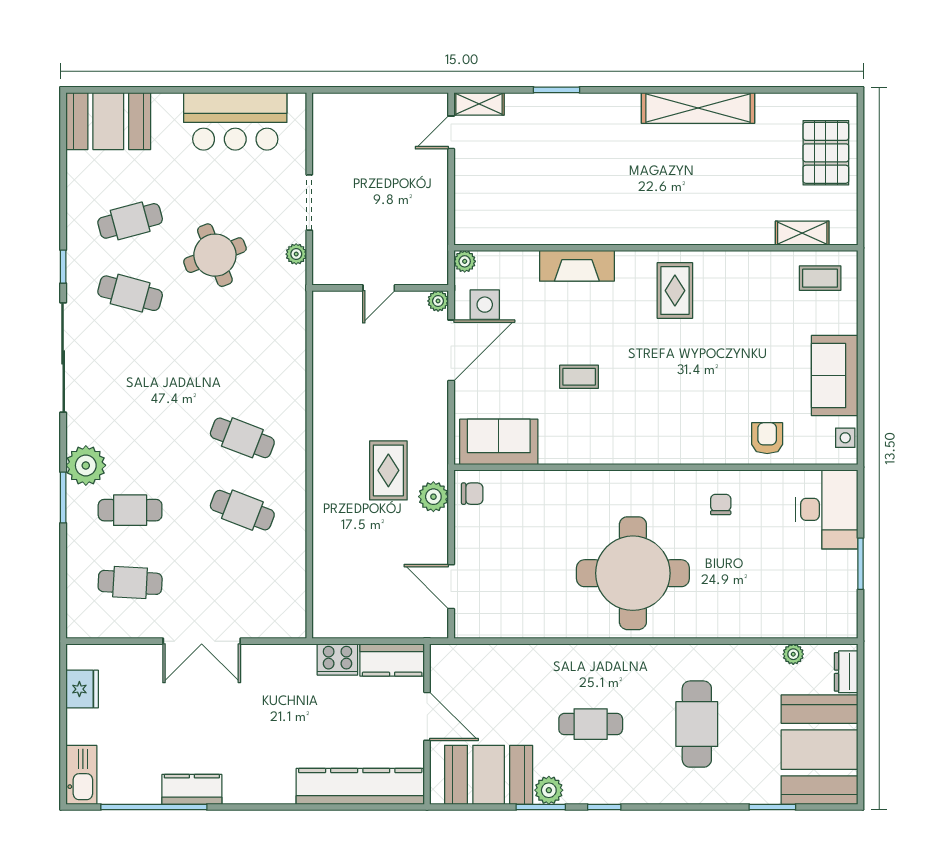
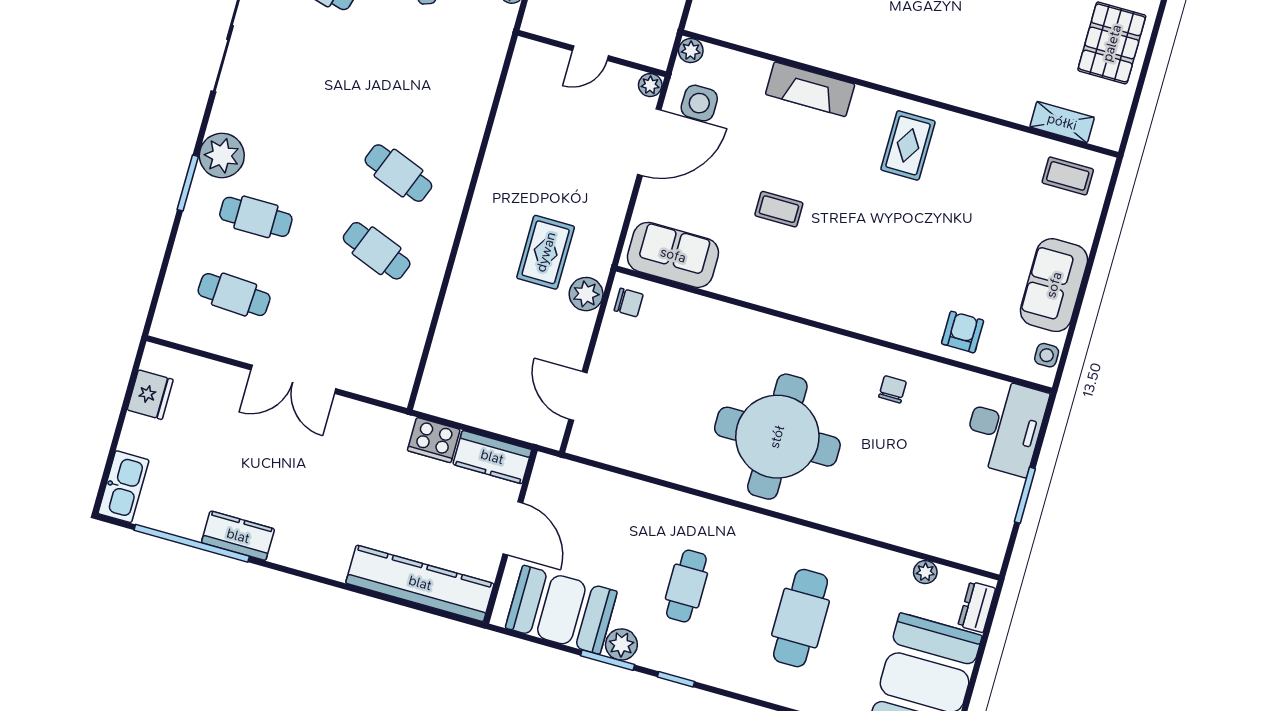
cafe table: (591, 724) -> (686, 586), turned 90

